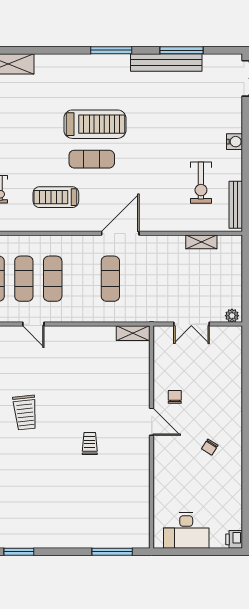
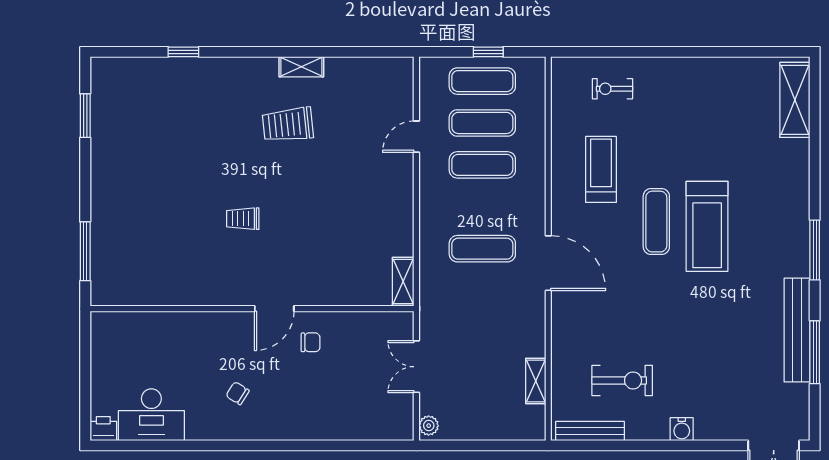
exercise bike: (201, 183) -> (622, 380), turned 180
trolley: (90, 443) -> (243, 219), turned 180
desk: (186, 531) -> (151, 415), moved, turned -90

